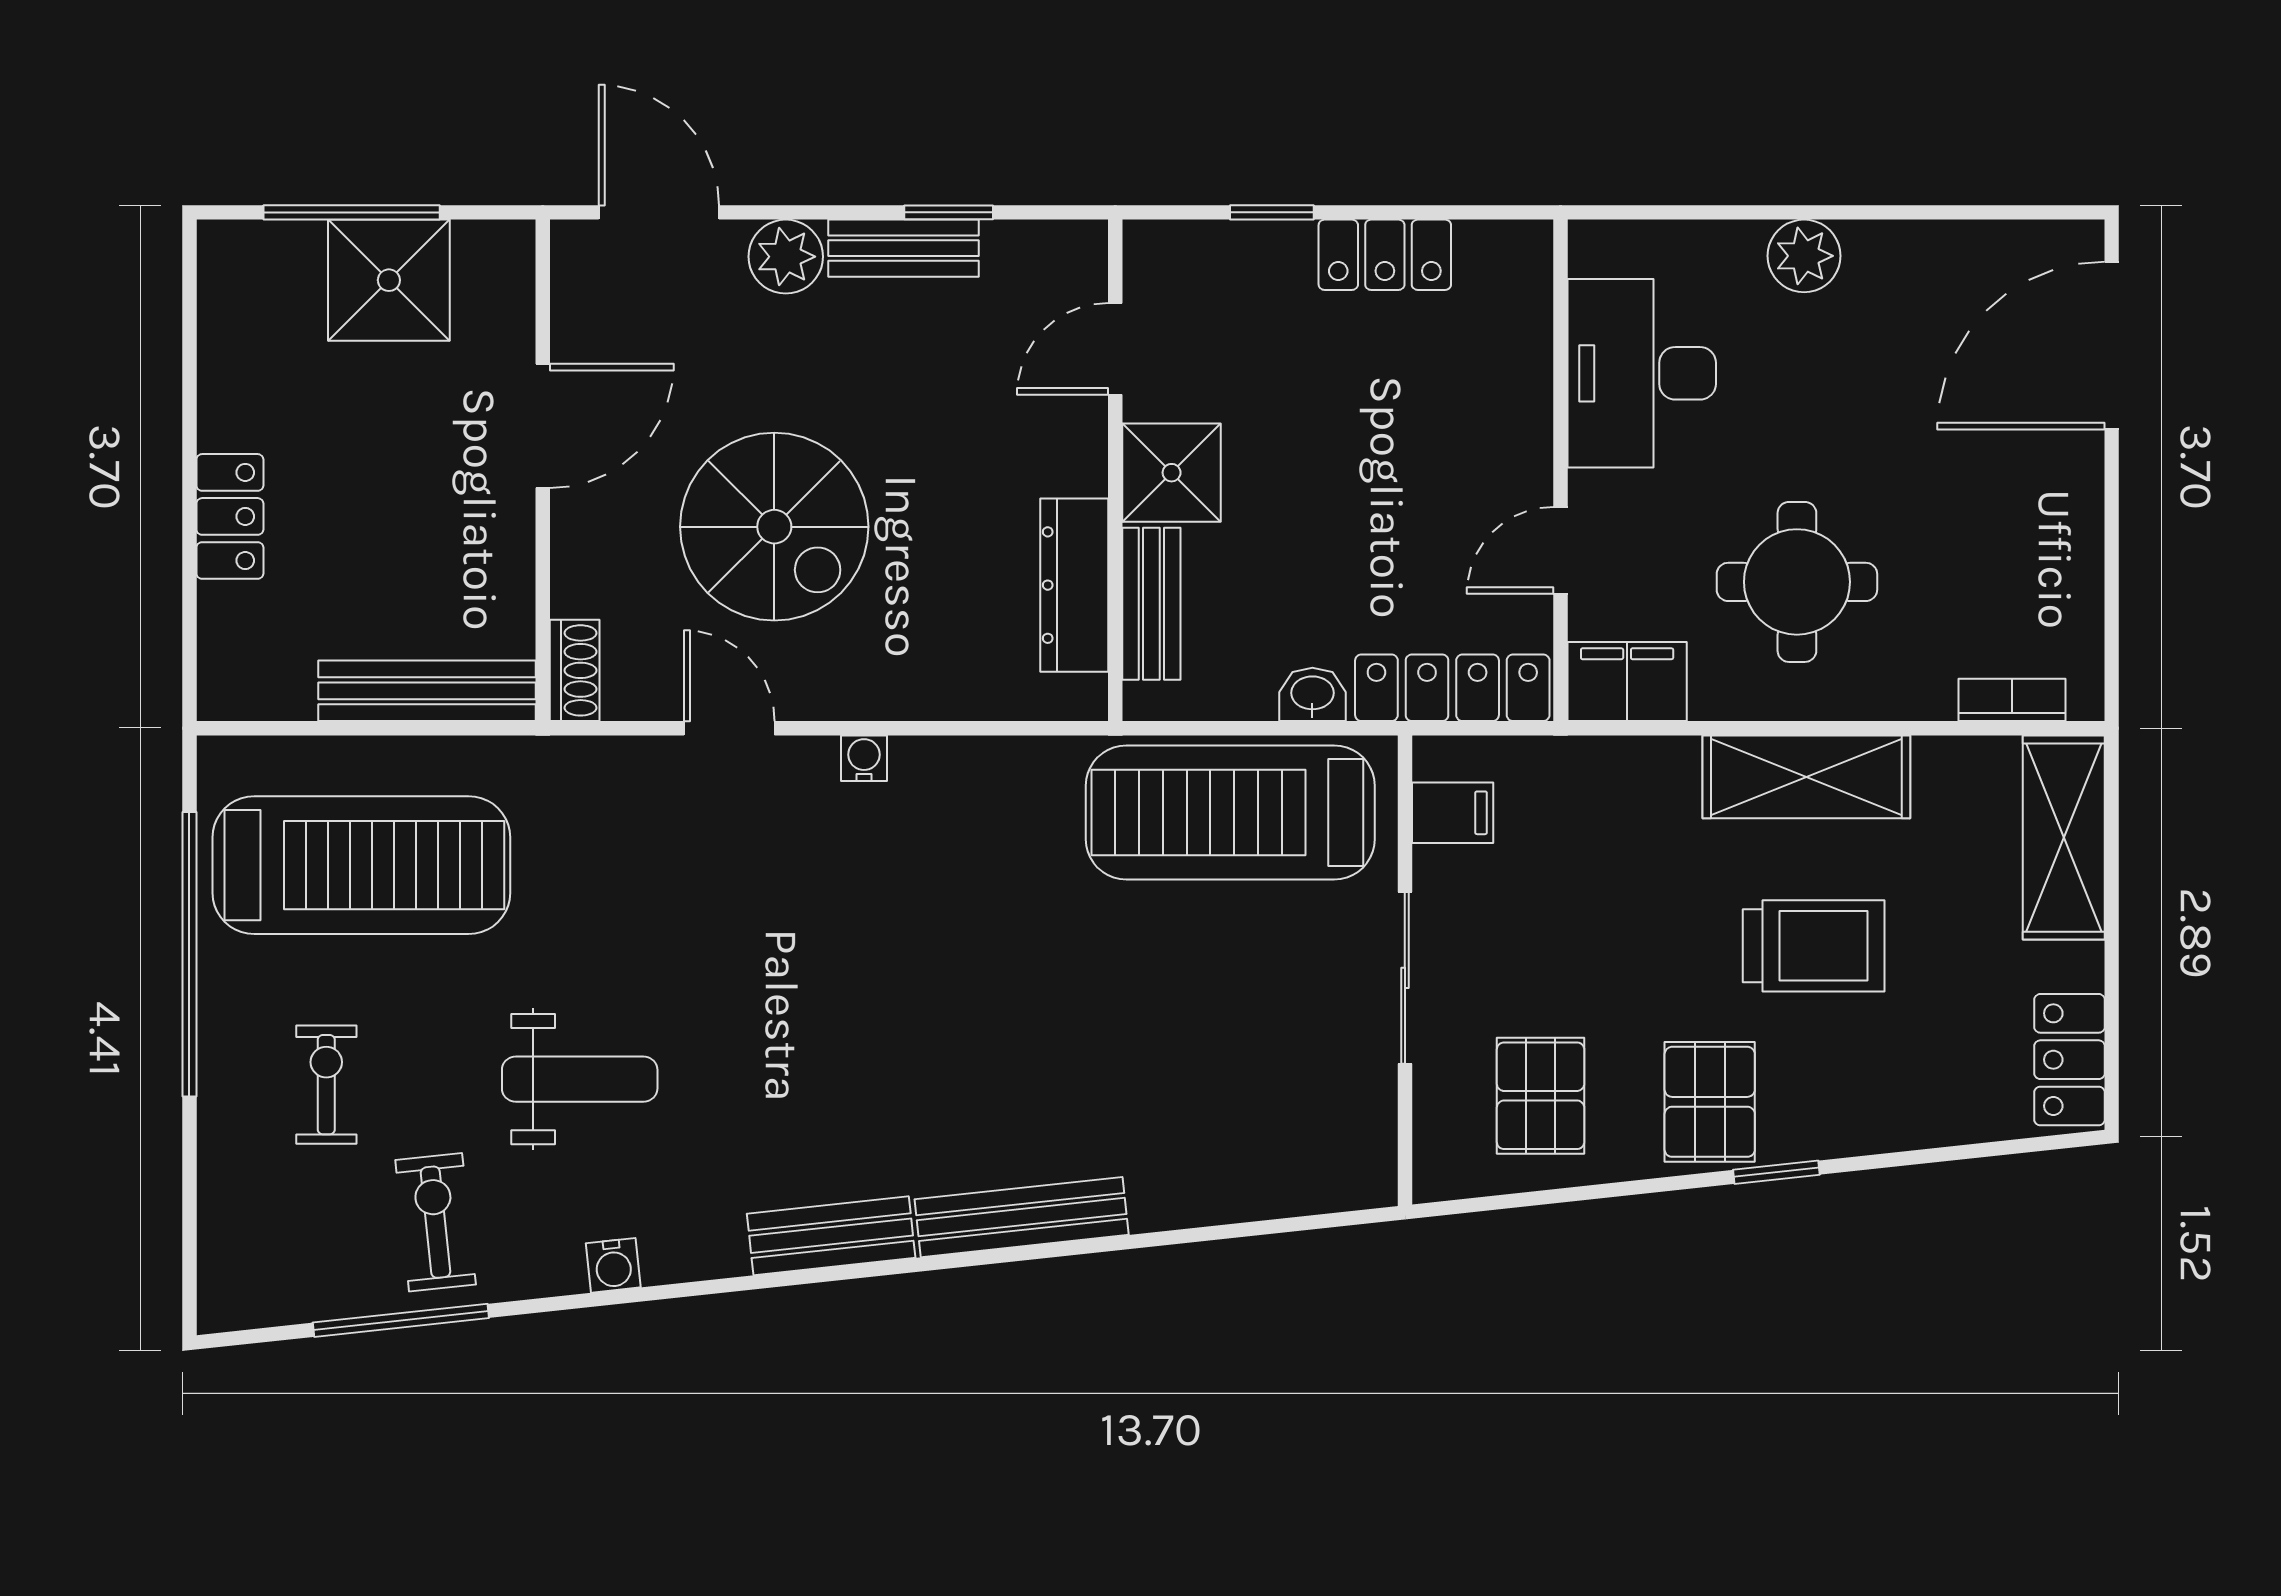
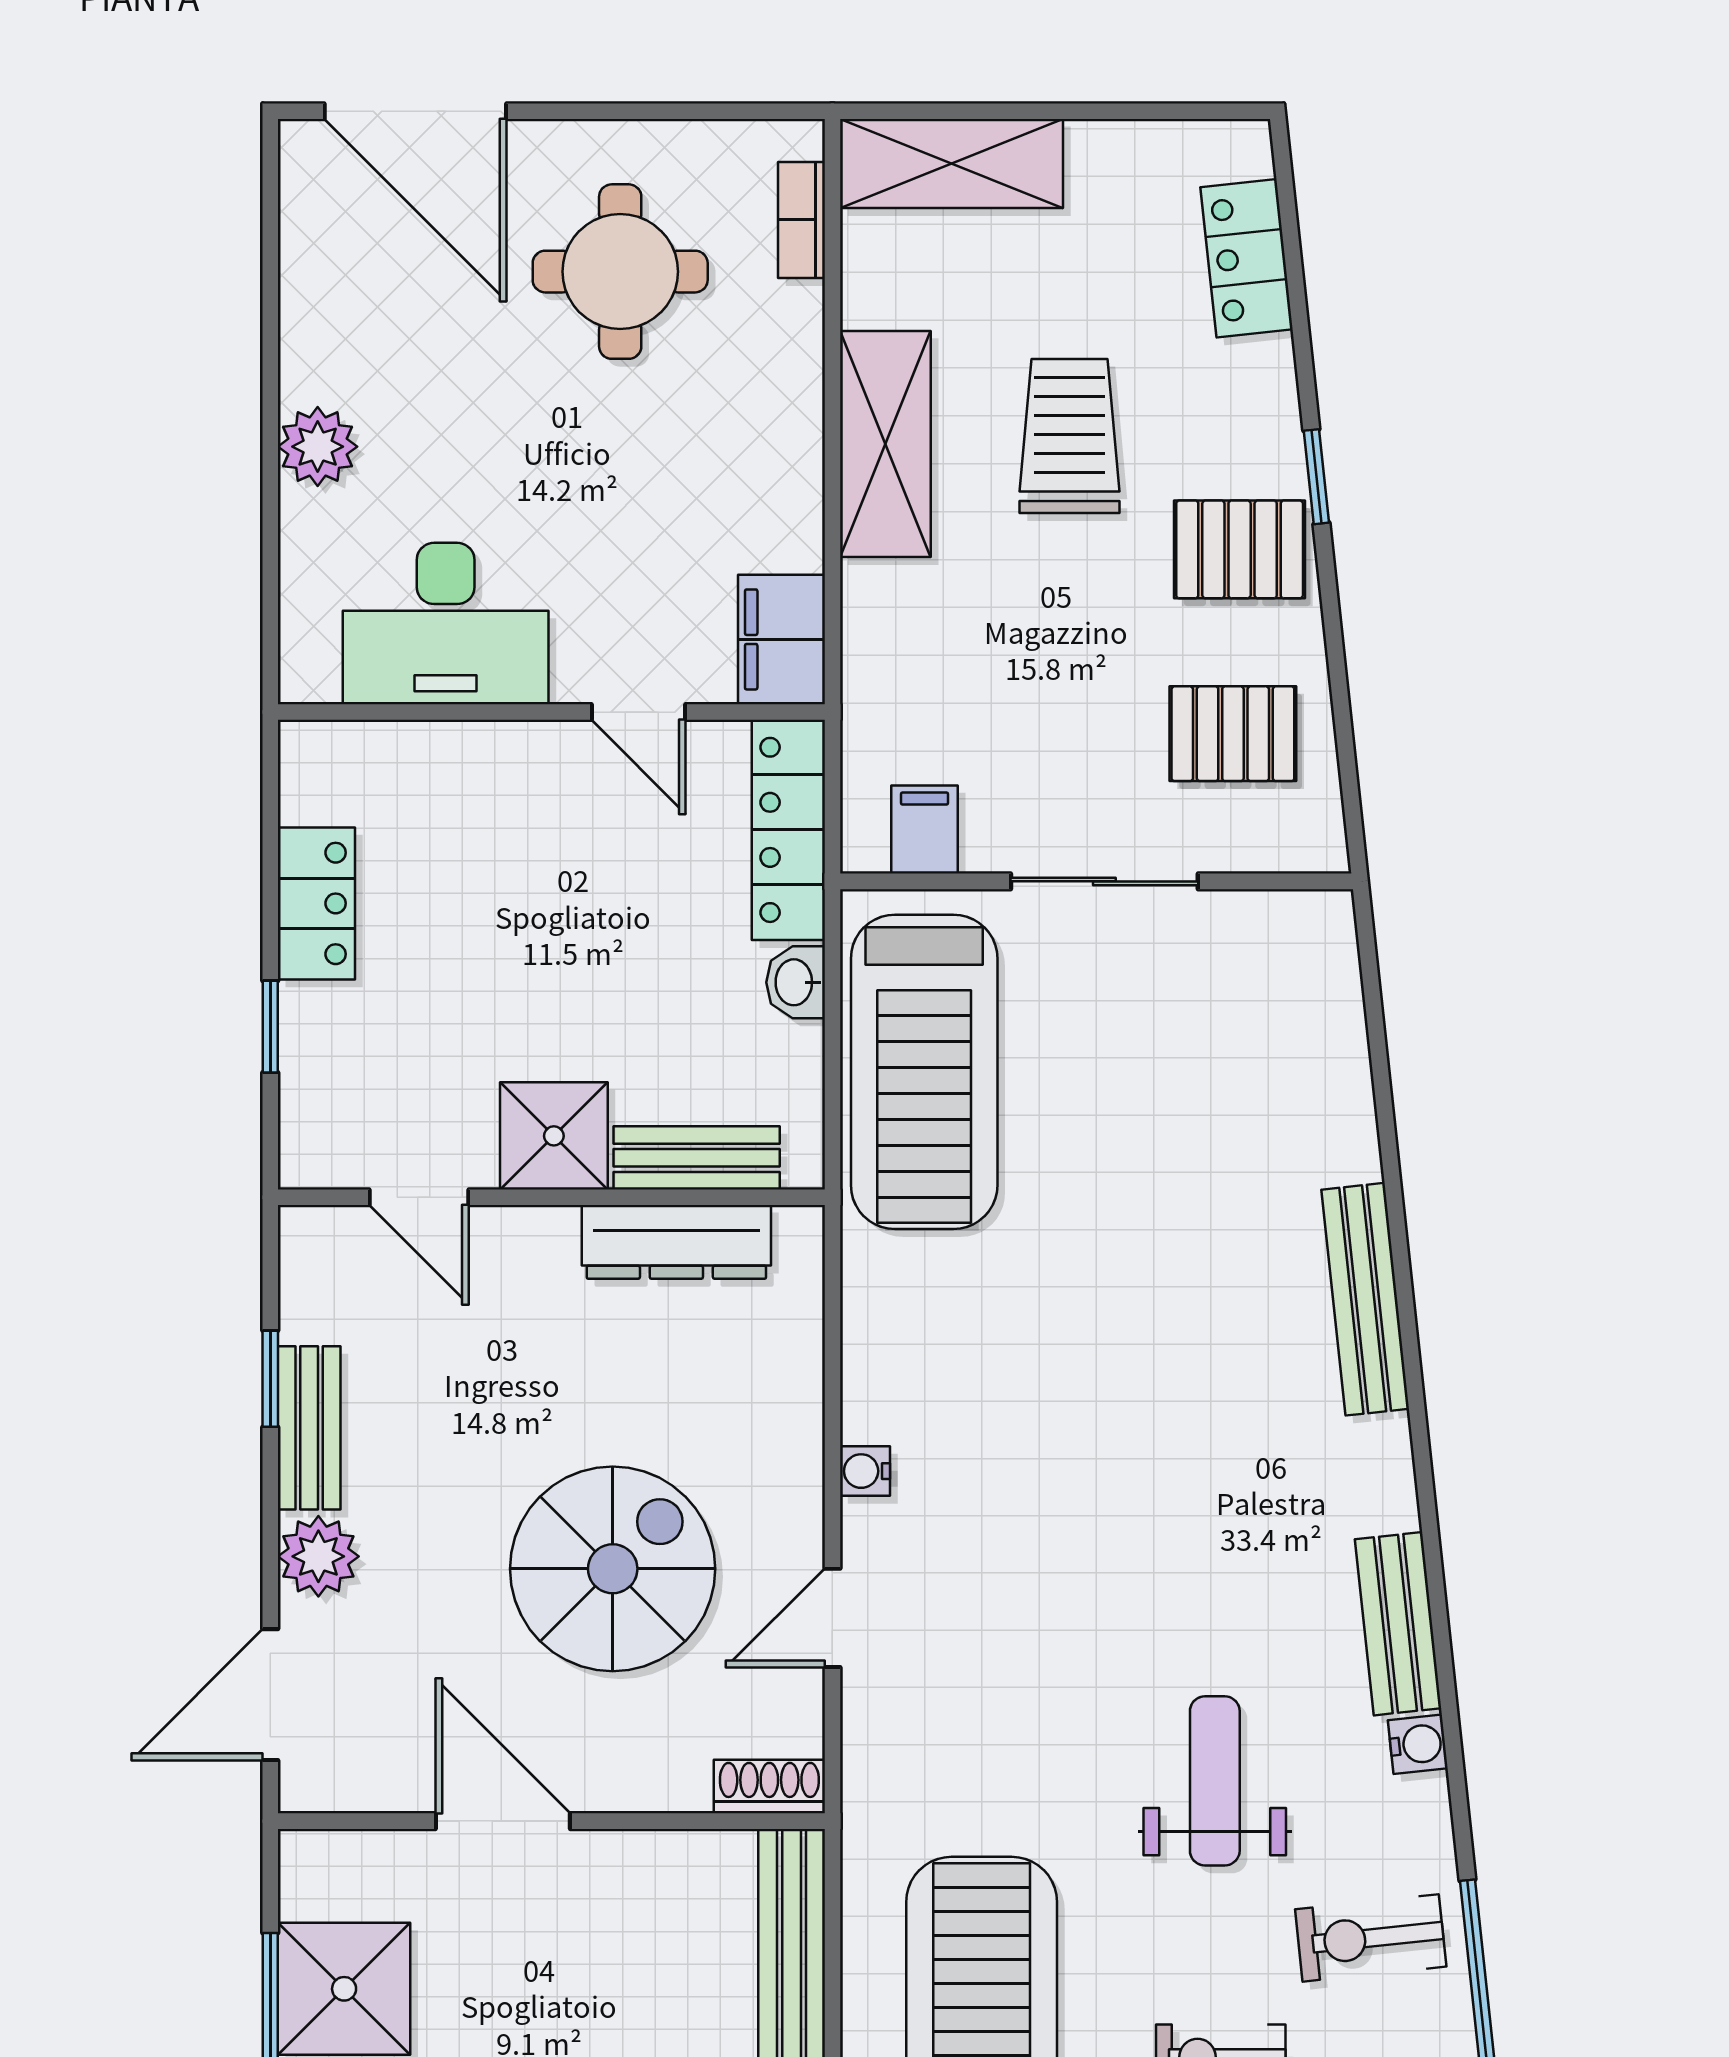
round table: (1797, 582) -> (620, 272), moved
locker: (2069, 1060) -> (1247, 258), moved, turned 84
bench: (831, 1236) -> (1398, 1624), moved

